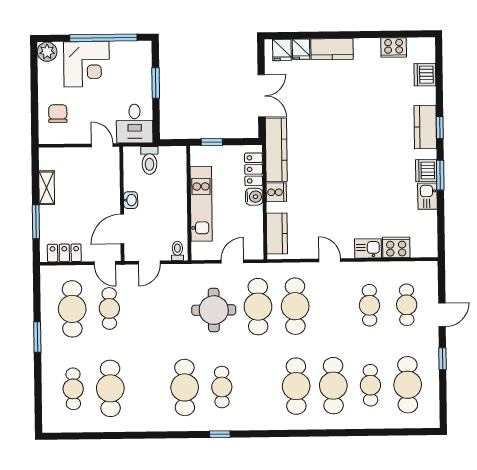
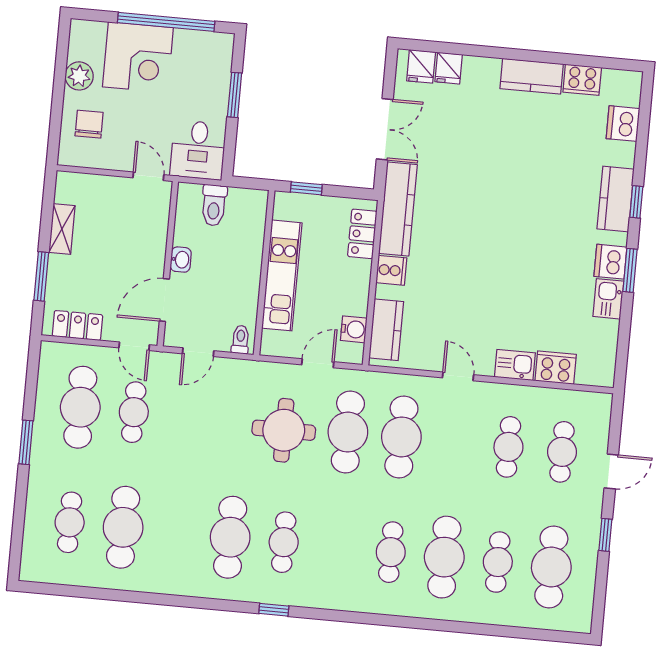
kitchen counter: (332, 49) -> (532, 76), moved
plant: (47, 52) -> (79, 76), moved
water cooler: (254, 197) -> (354, 329), moved
cafe table: (296, 386) -> (391, 552), width x0.73, depth x0.74

